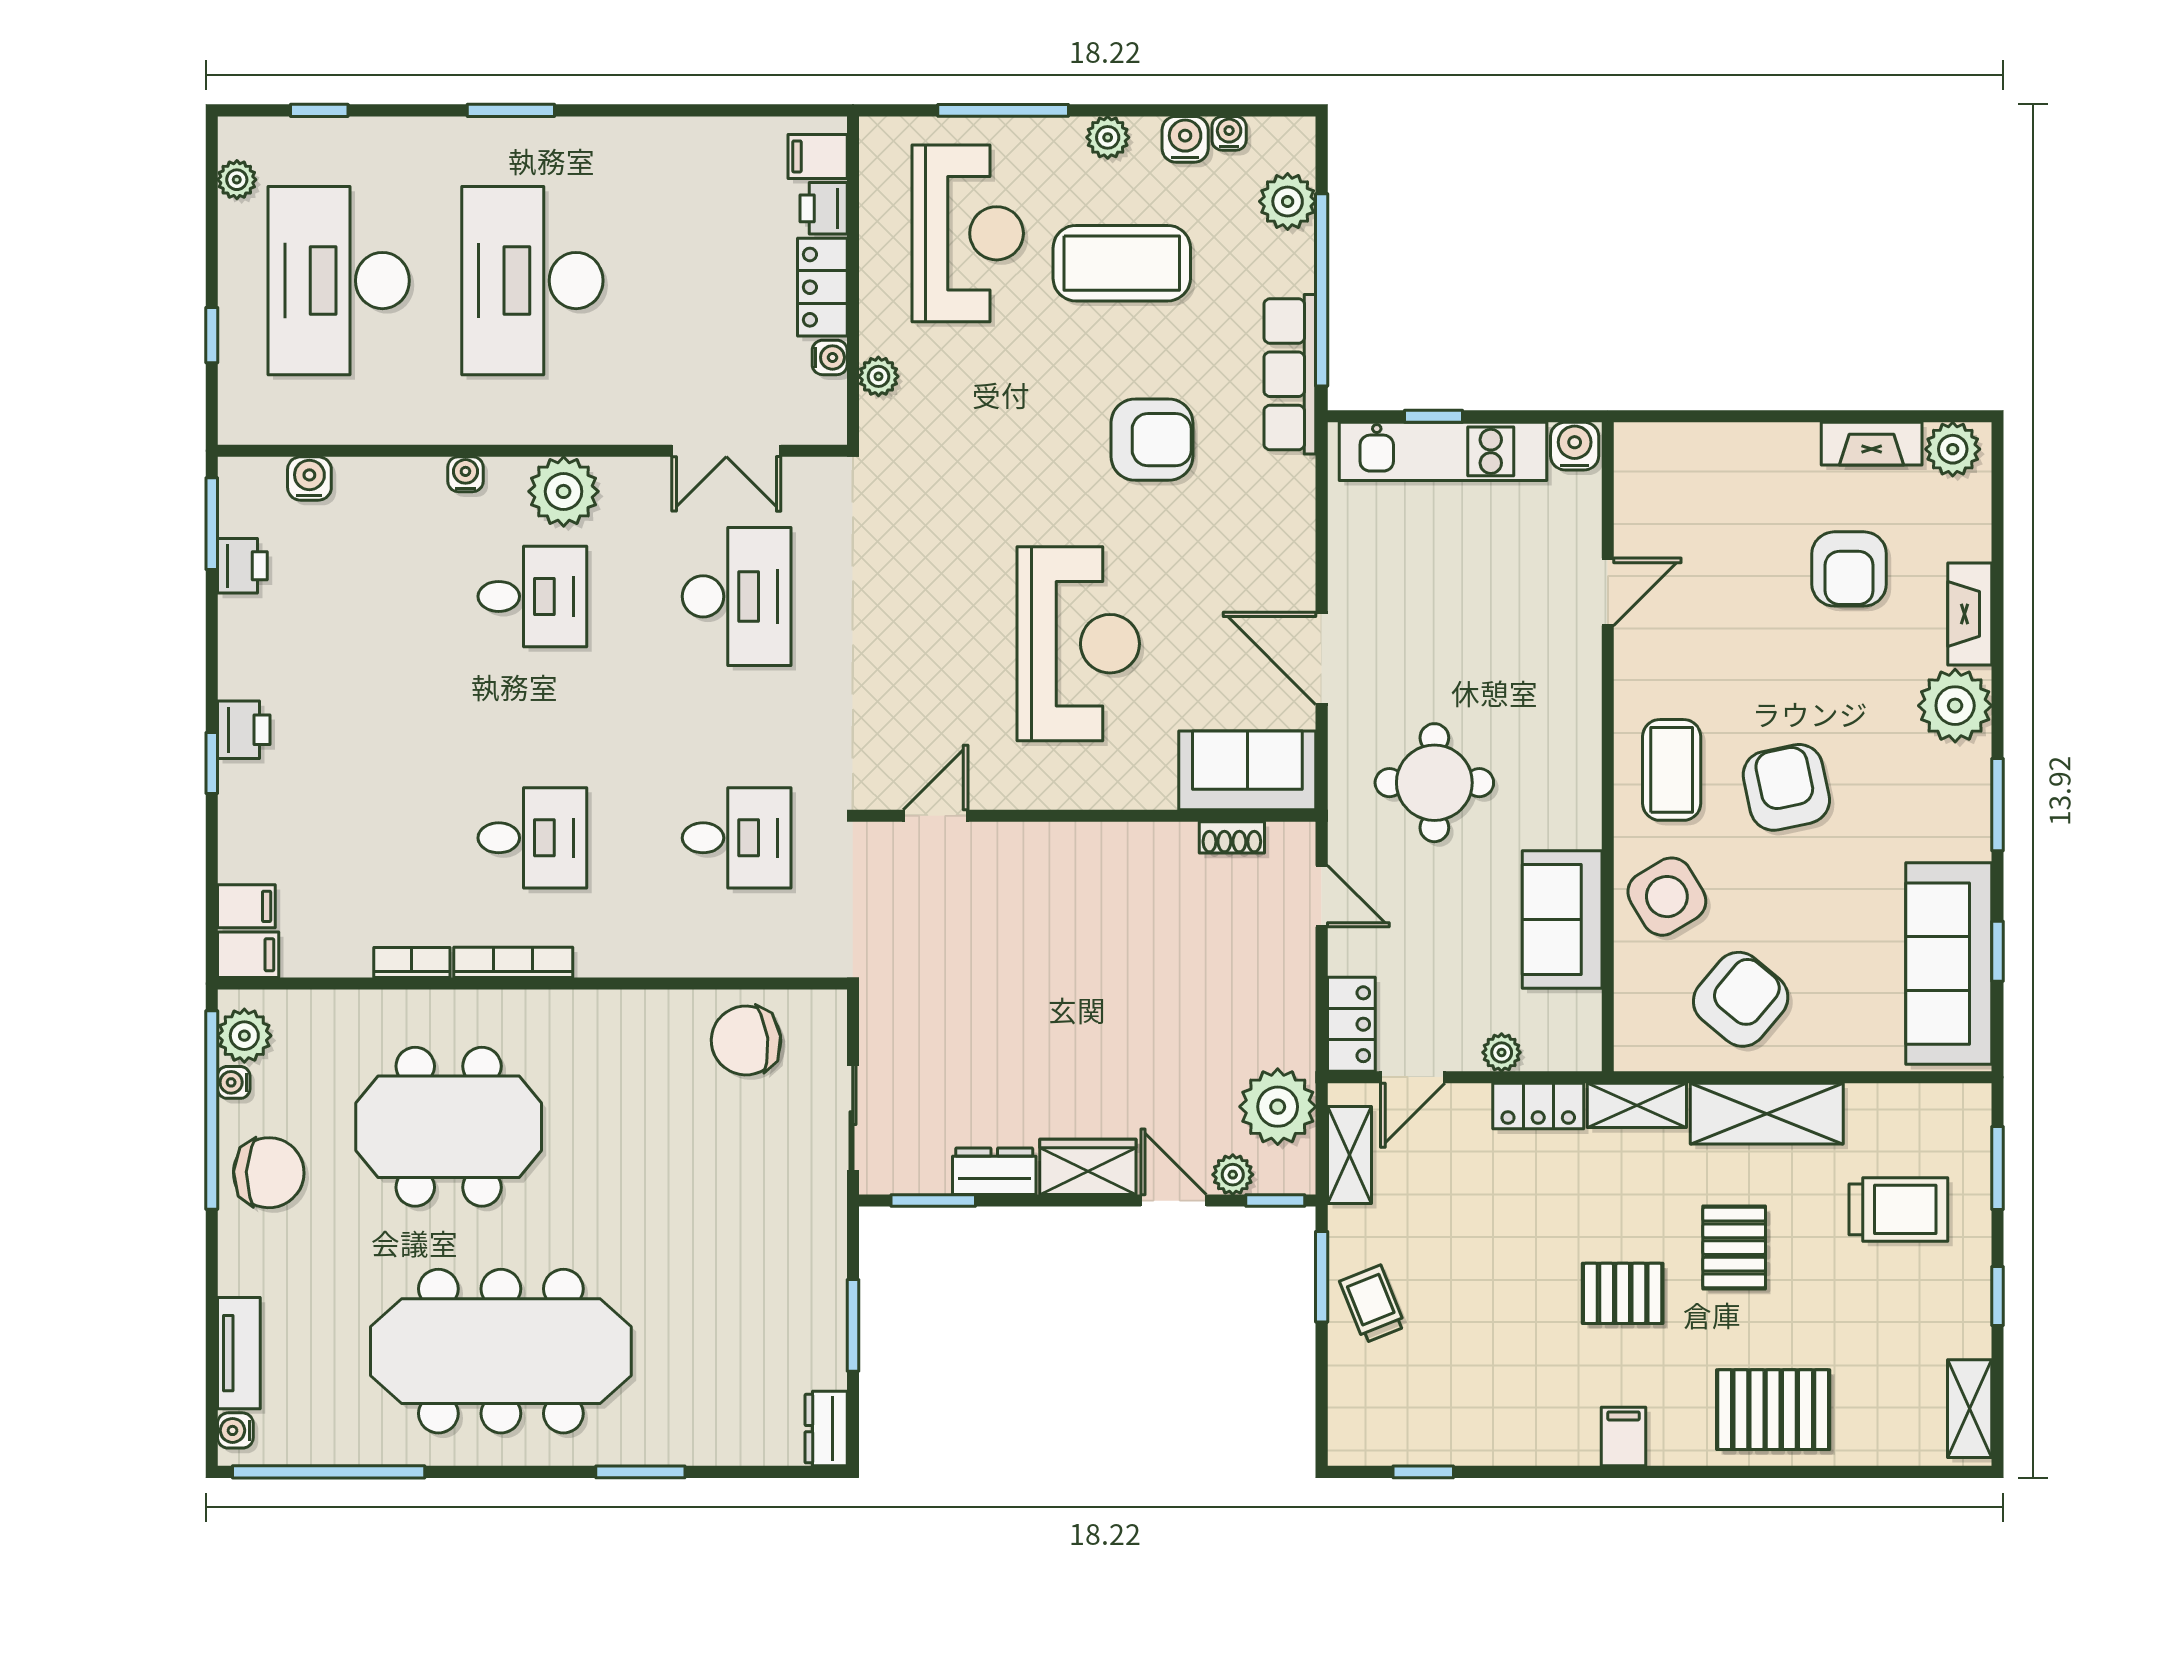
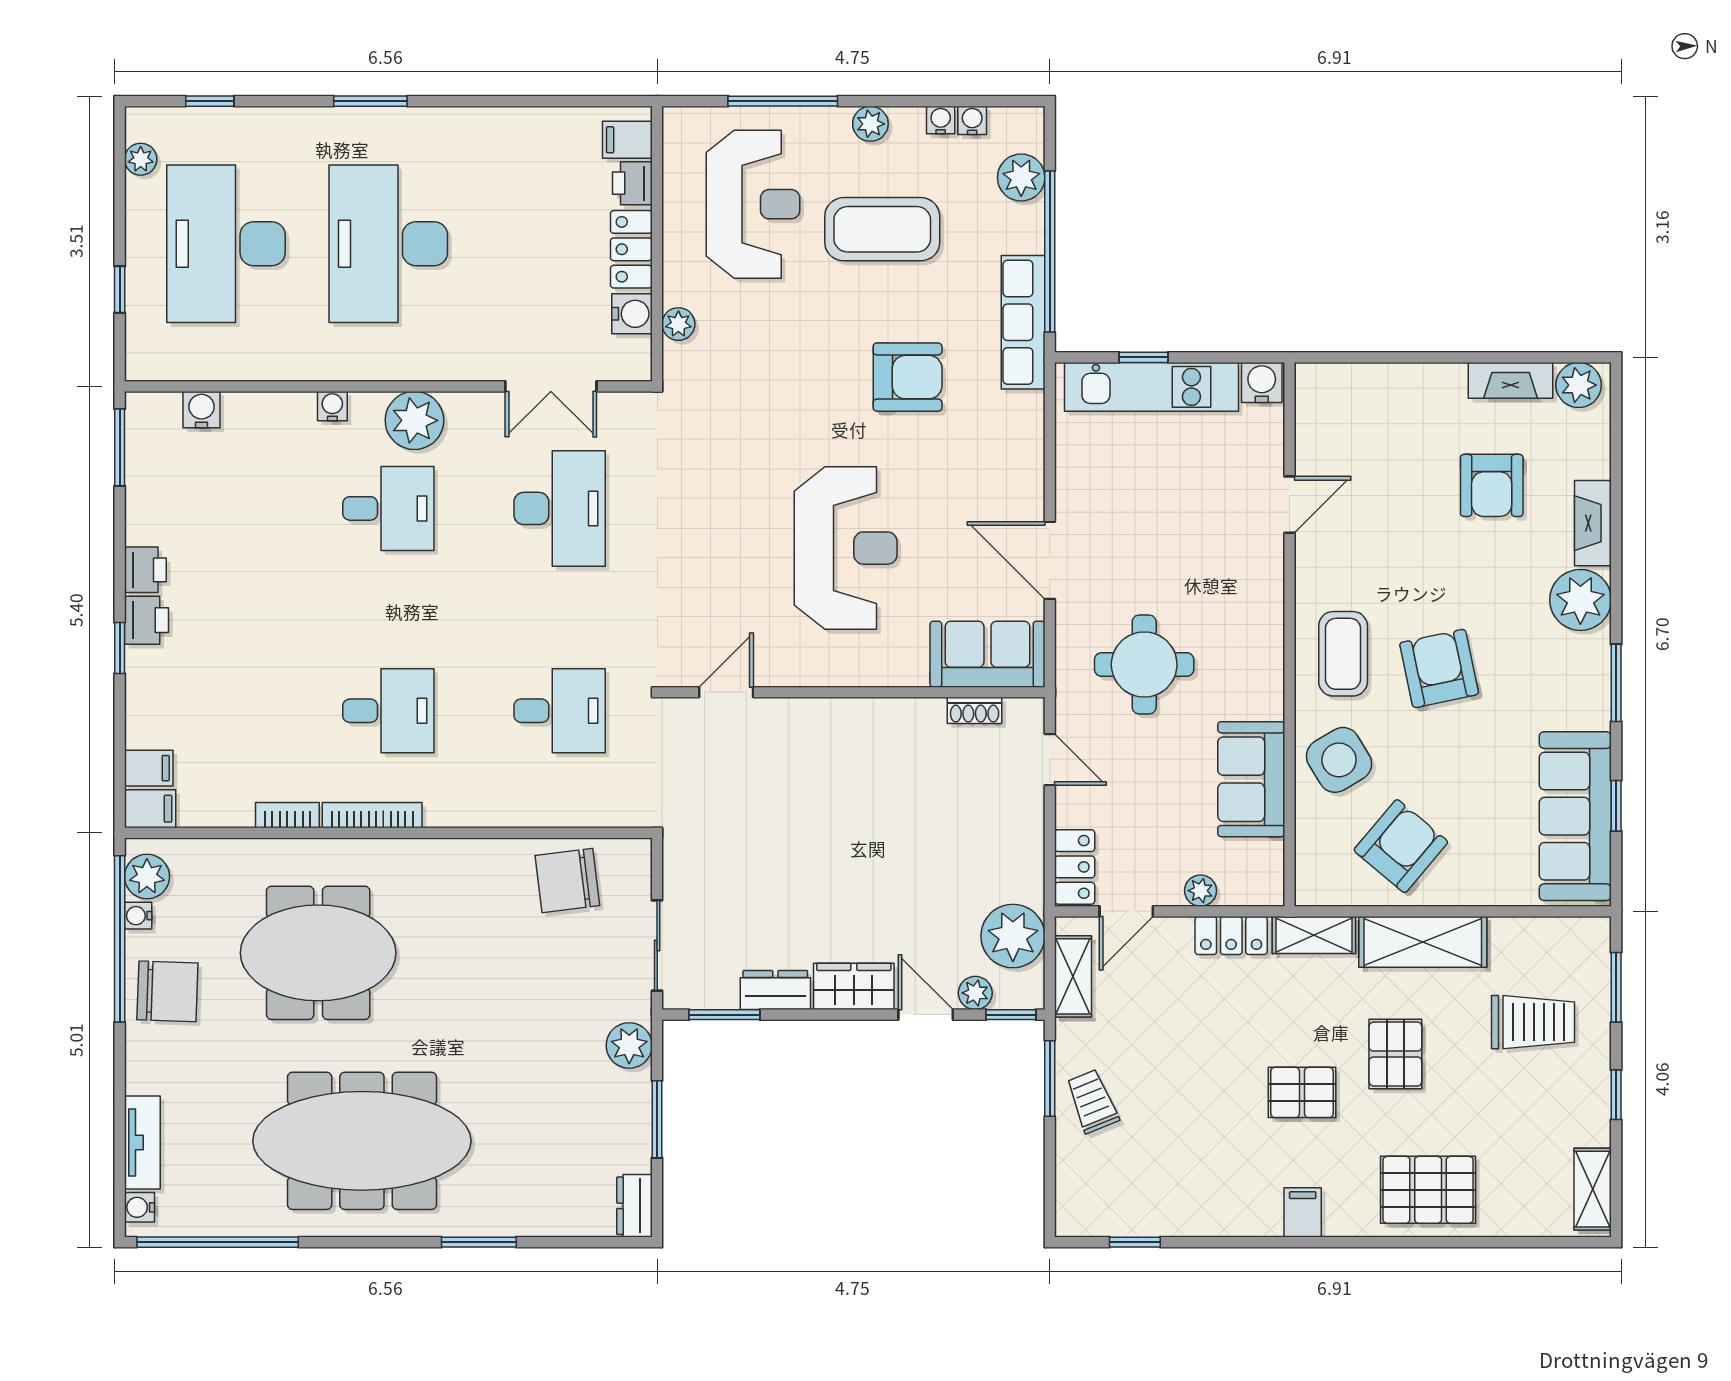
water cooler: (1185, 139) -> (941, 120), width x0.72, depth x0.72
water cooler: (830, 357) -> (632, 314), width x1.38, depth x1.38
printer: (242, 566) -> (145, 570), moved
plant: (820, 1237) -> (629, 1045), added

